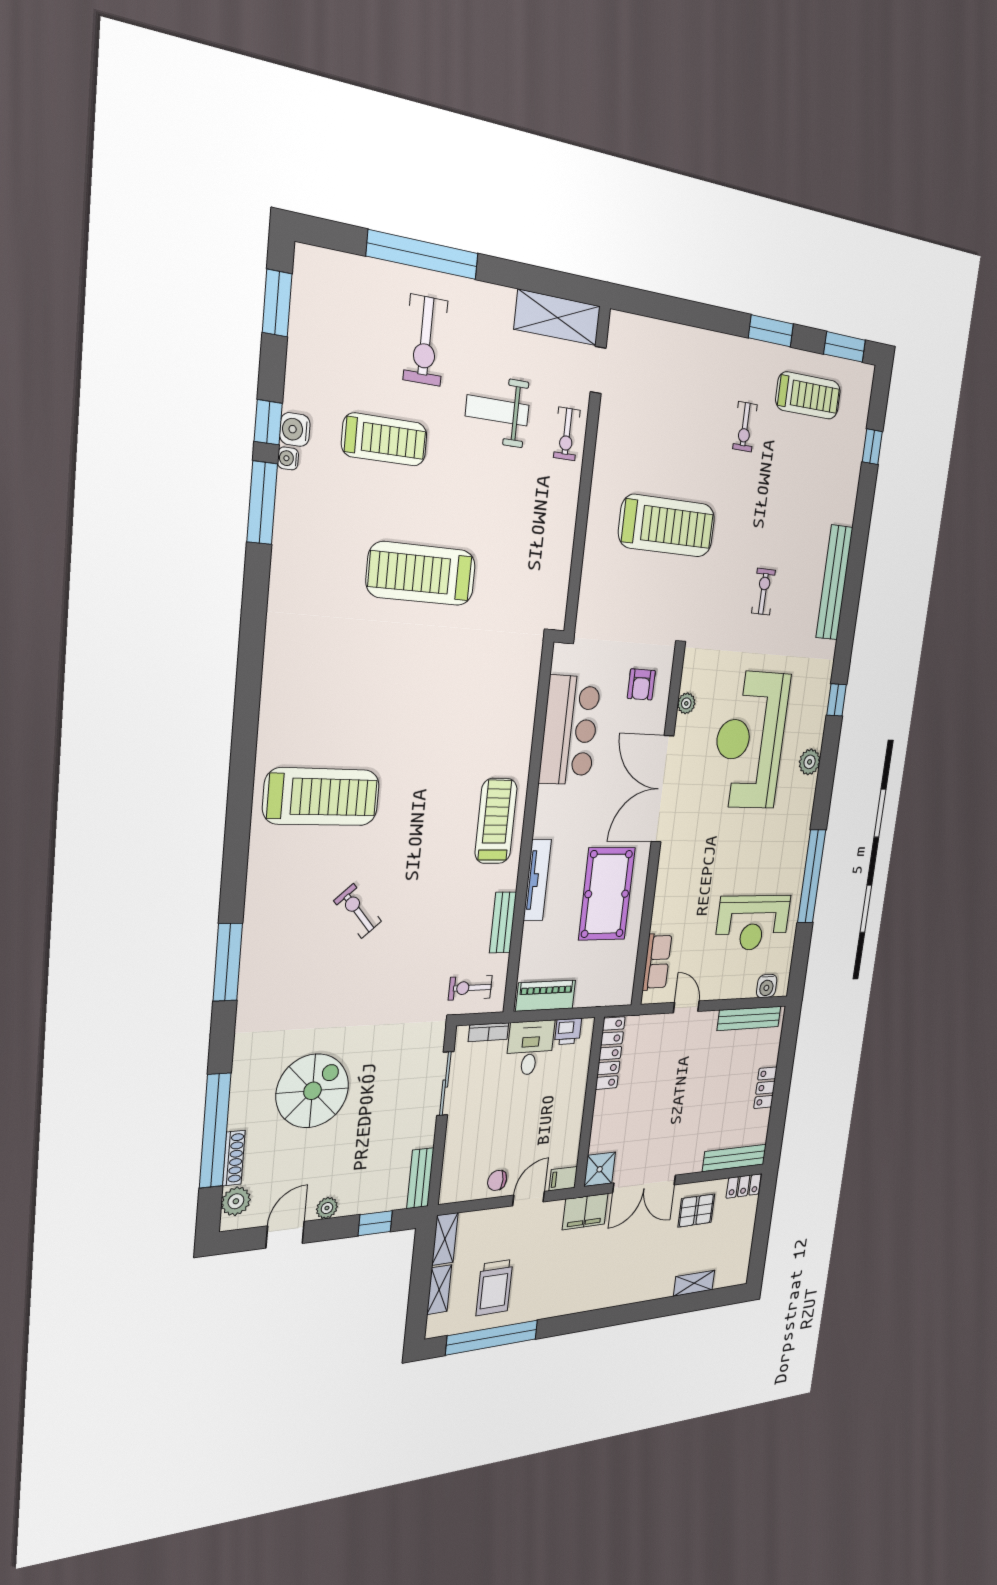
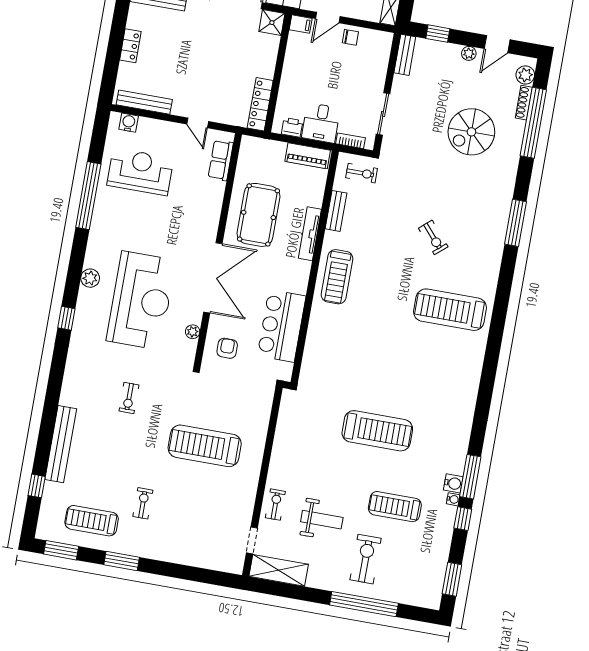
water cooler: (295, 429) -> (453, 483), moved
bench: (834, 583) -> (61, 444), moved

